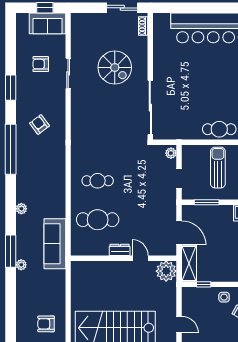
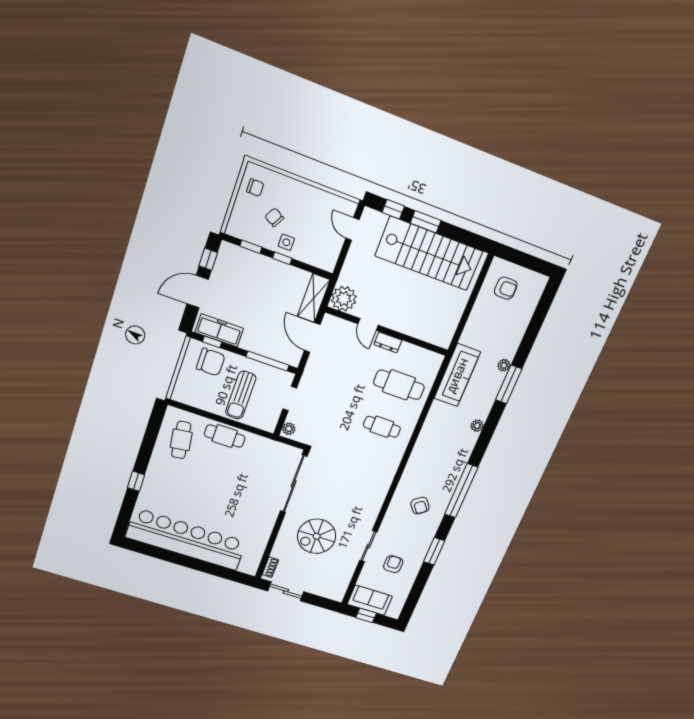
armchair: (41, 64) -> (393, 564), turned -90
spiral stairs: (115, 68) -> (317, 536), turned -90
window: (207, 202) -> (268, 361), width x1.44
window: (204, 284) -> (282, 258), moved

